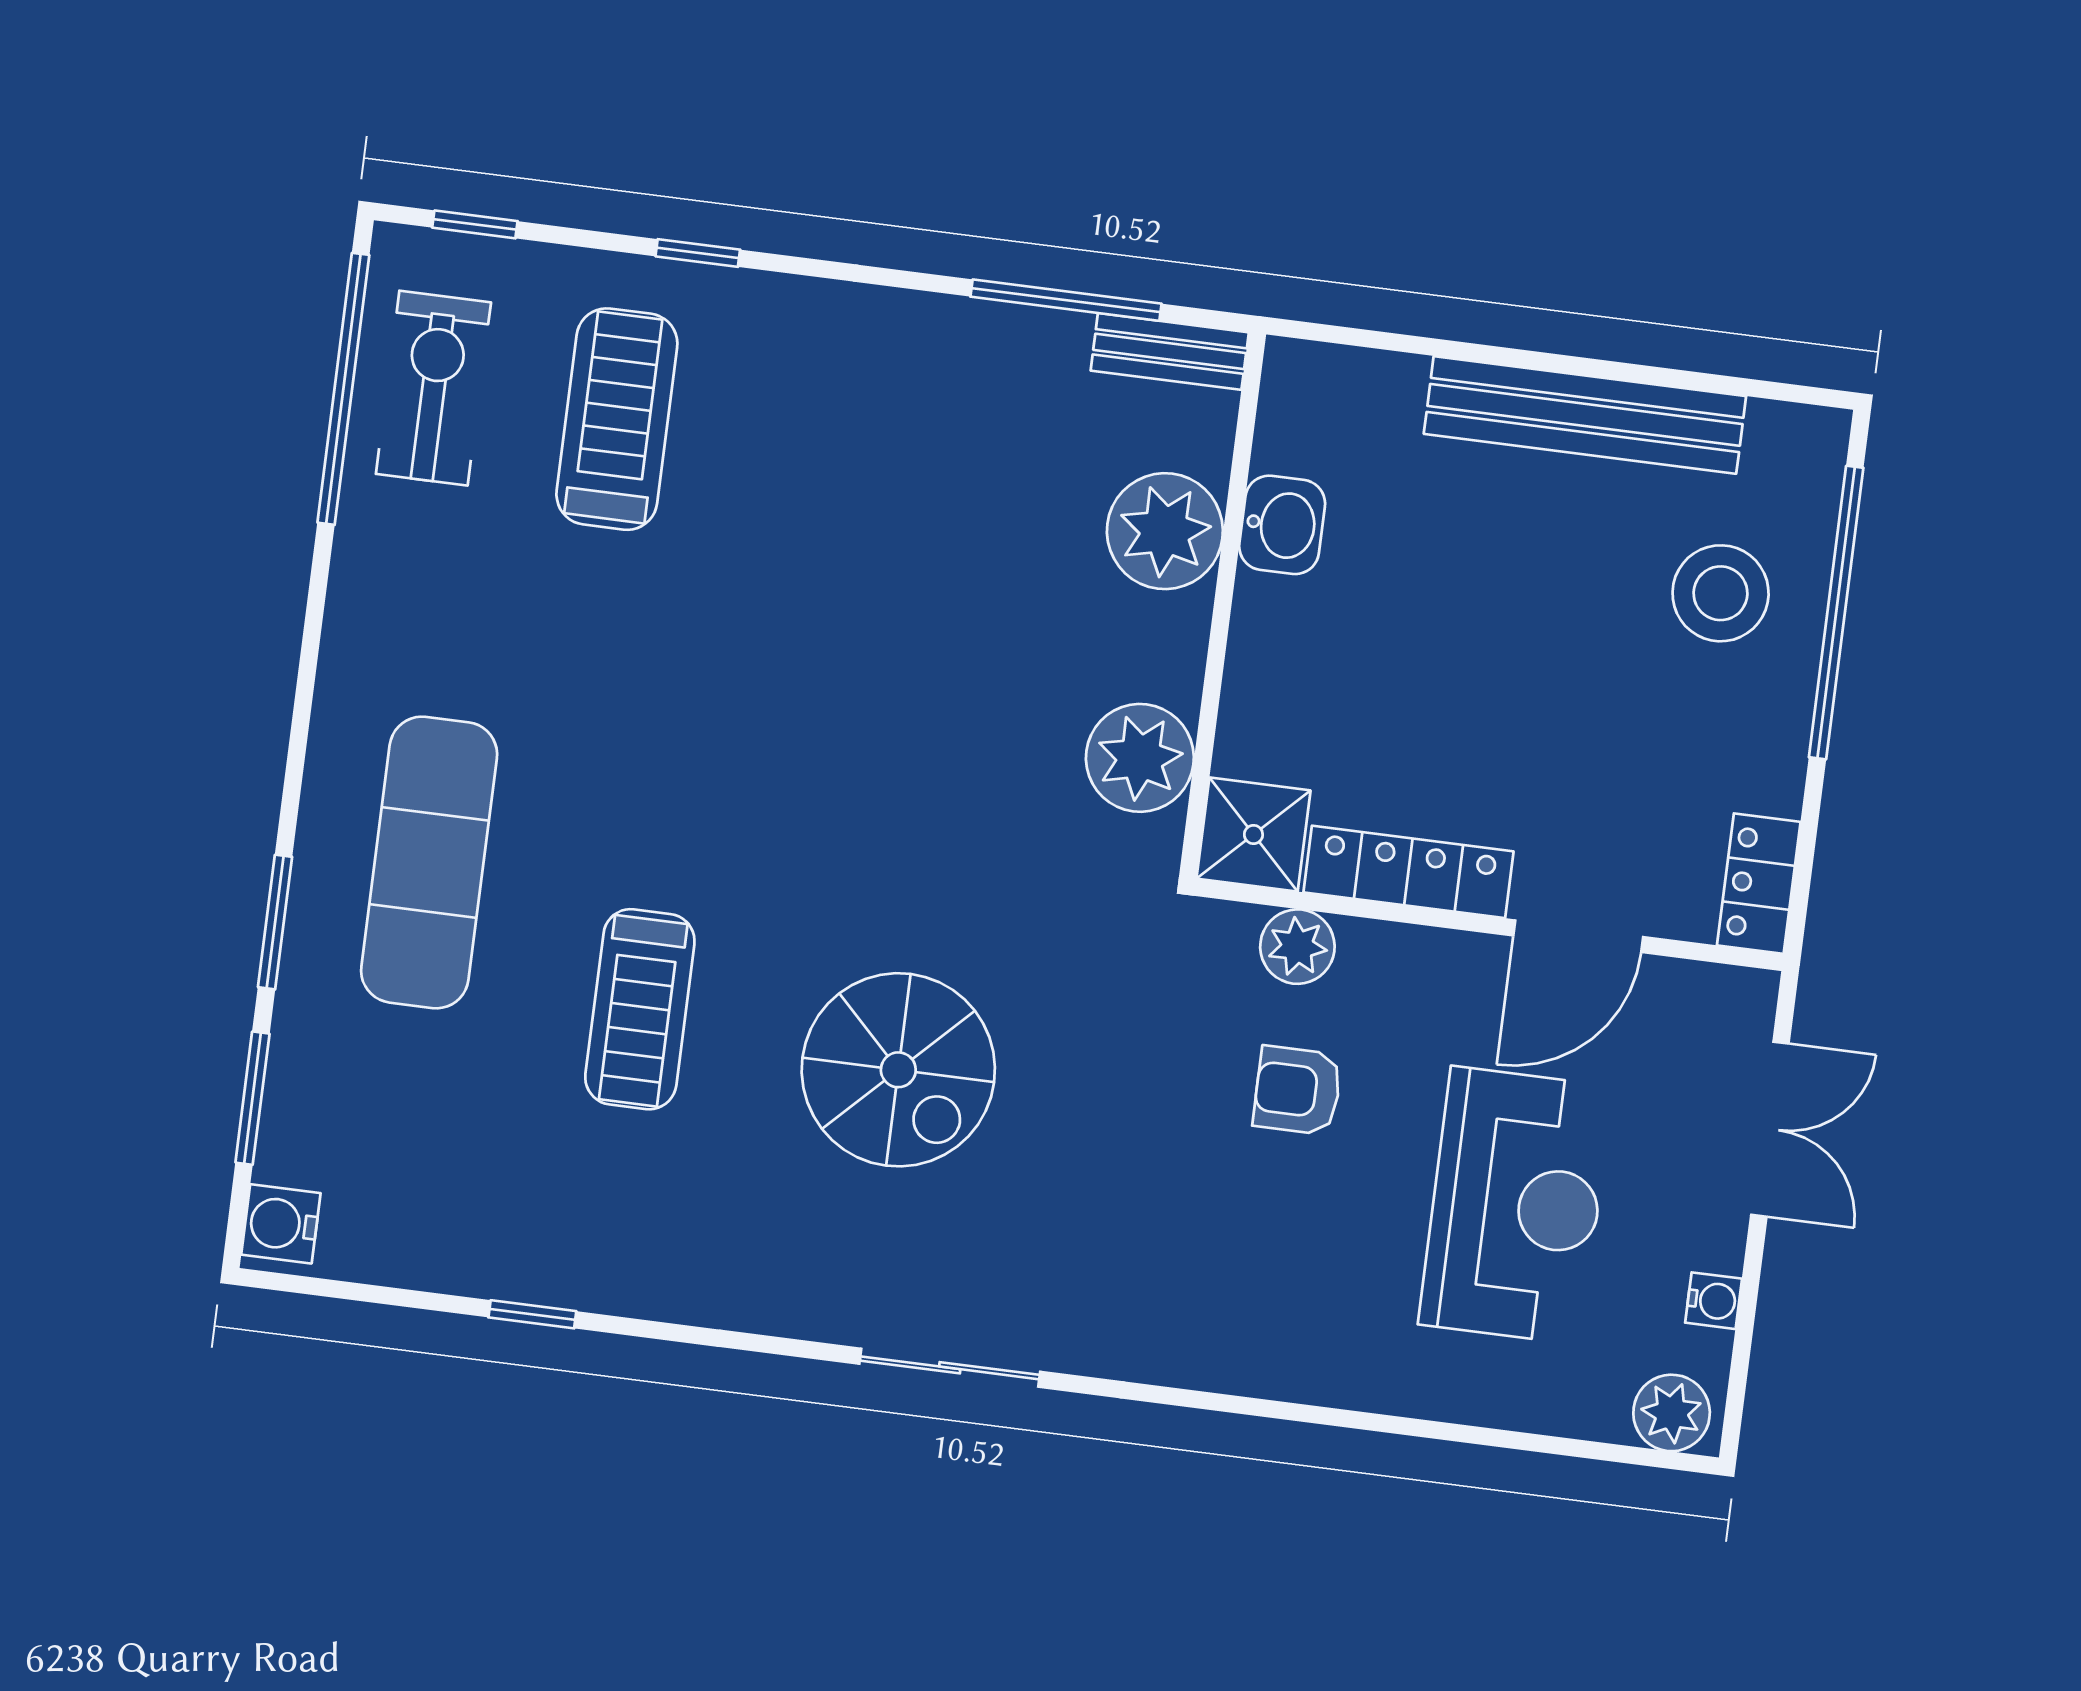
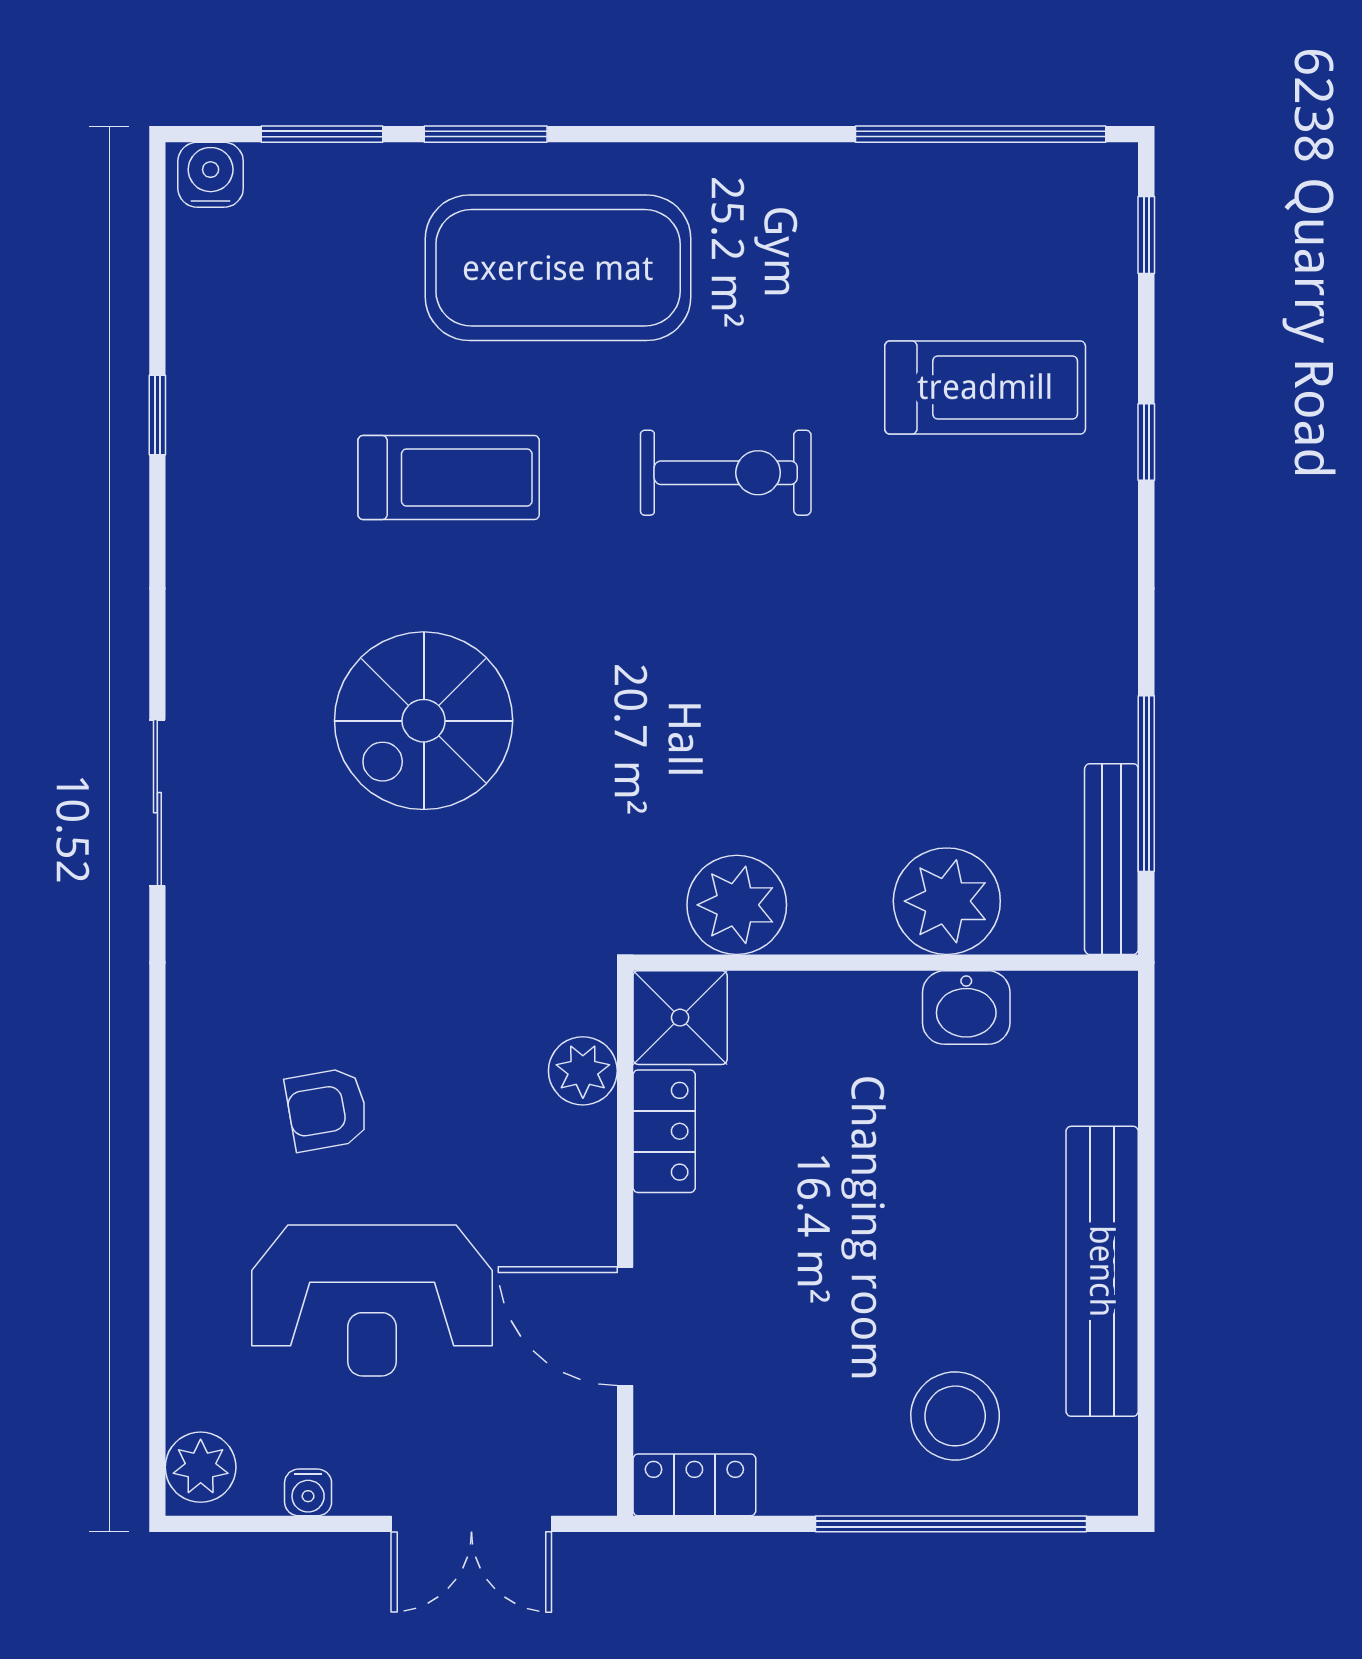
bench: (1170, 351) -> (1111, 859), width x1.36
exercise bike: (433, 388) -> (726, 473), moved
exercise mat: (429, 862) -> (558, 268), width x1.47
locker: (1408, 872) -> (664, 1131), width x0.66
treadmill: (640, 1009) -> (449, 478), turned 180
armchair: (1298, 1090) -> (327, 1109), moved, turned -100

